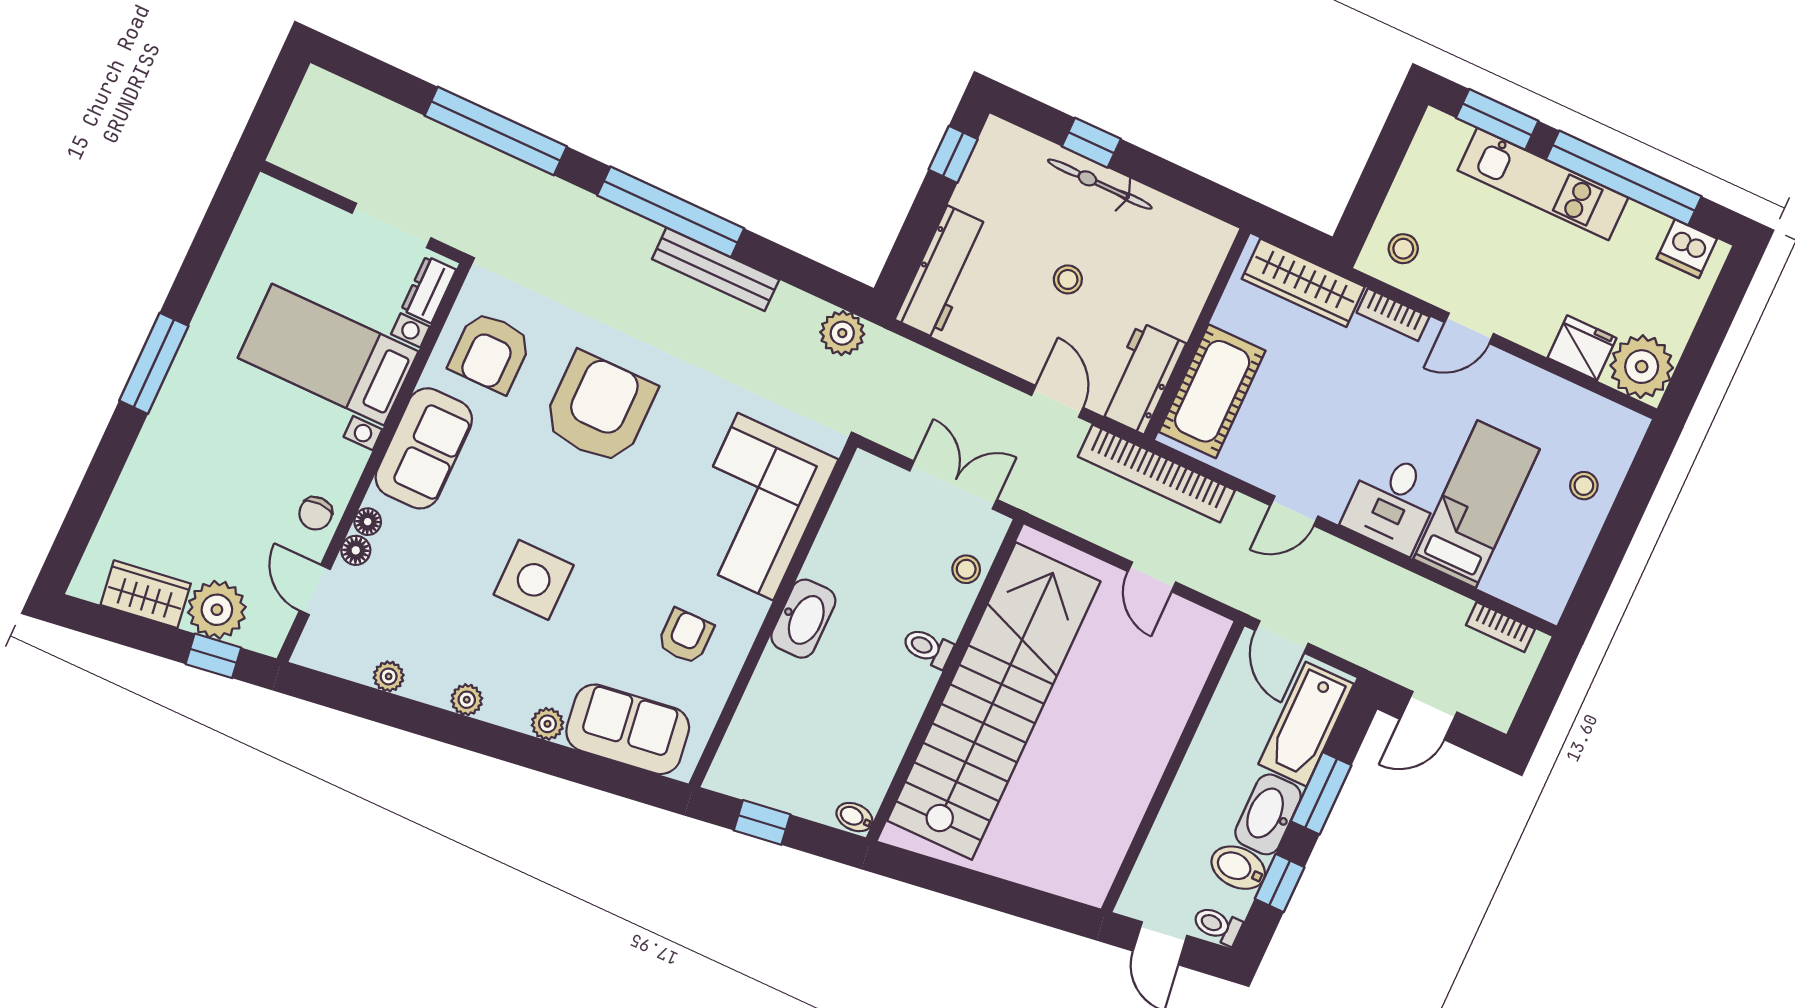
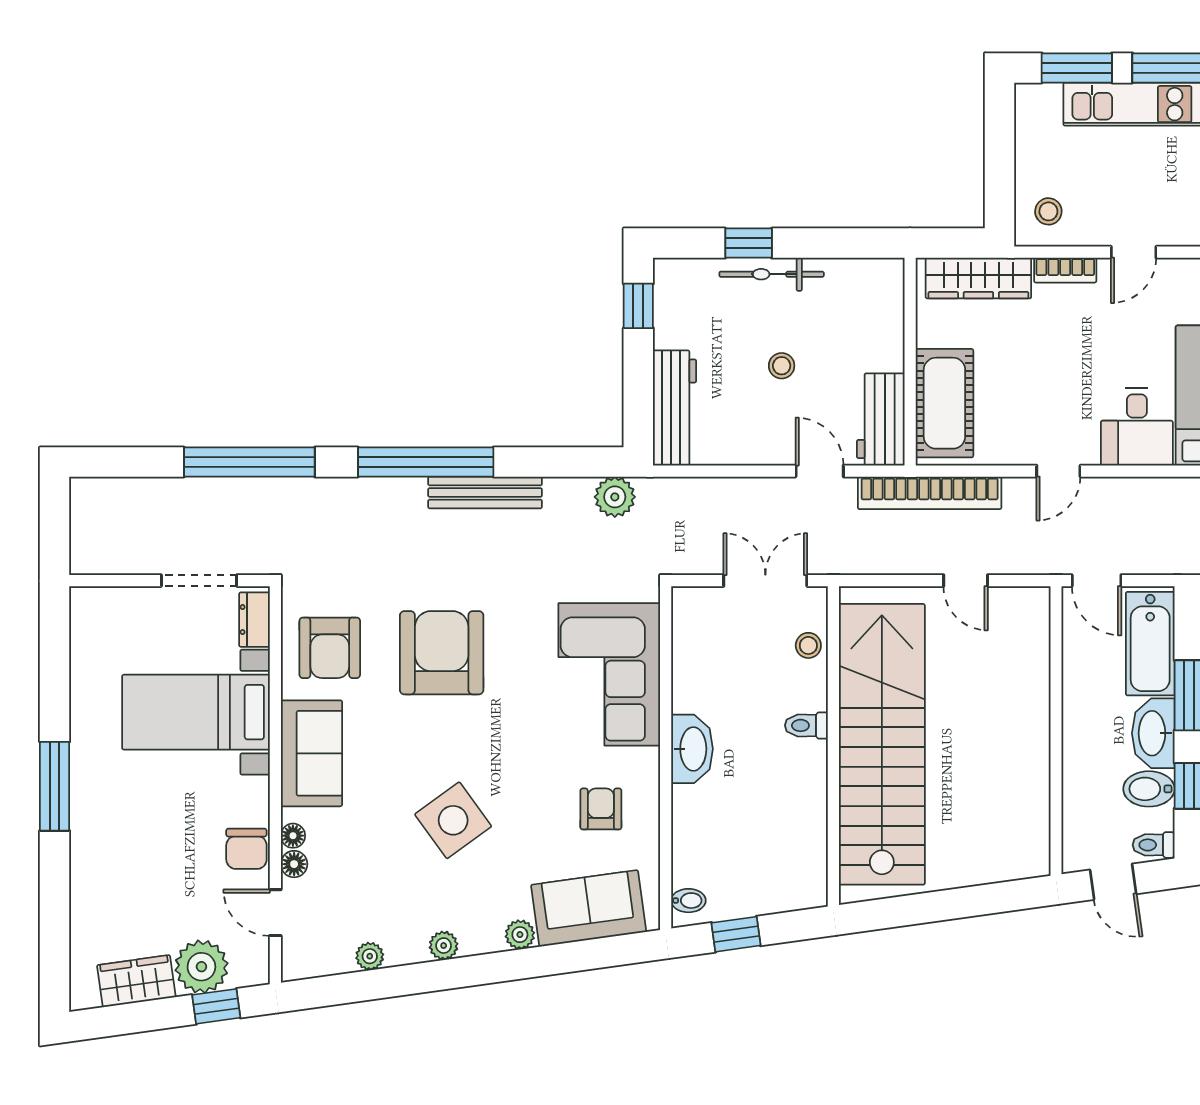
chair: (316, 513) -> (246, 849), width x1.37, depth x1.37
side table: (534, 580) -> (453, 820), turned -36
bidet: (854, 817) -> (688, 901), moved, turned 180

